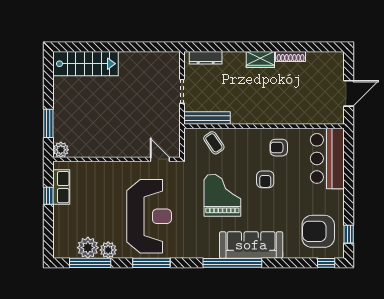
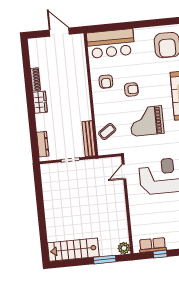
stairs: (86, 64) -> (73, 250), moved, turned -90
window: (349, 234) -> (167, 22), removed

